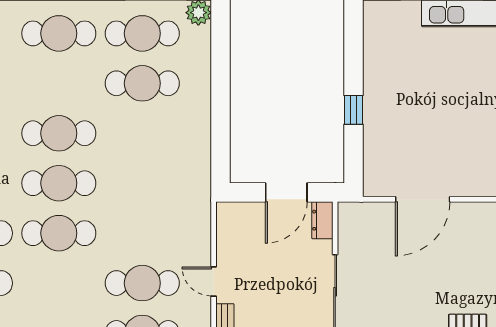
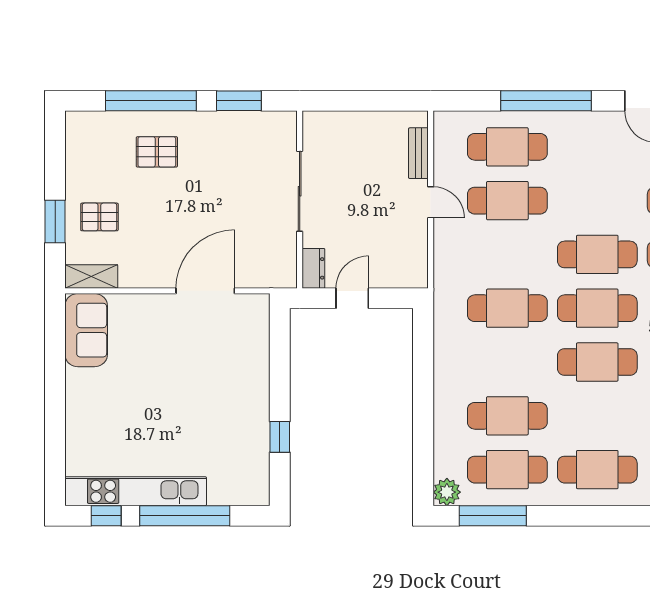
window: (353, 110) -> (280, 437), moved
cafe table: (142, 183) -> (507, 308), added
door: (286, 192) -> (352, 298), width x0.73

